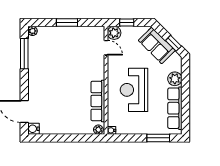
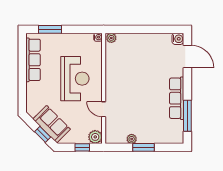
plant: (32, 31) -> (132, 139), moved
window: (173, 43) -> (43, 134), moved
door: (106, 48) -> (104, 109), moved
plant: (175, 79) -> (33, 90), removed
row of seats: (98, 101) -> (177, 98), moved, turned 180

